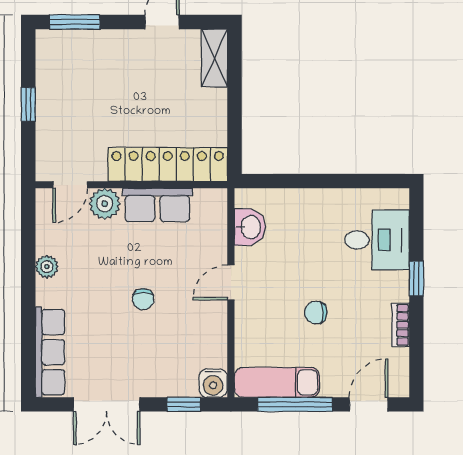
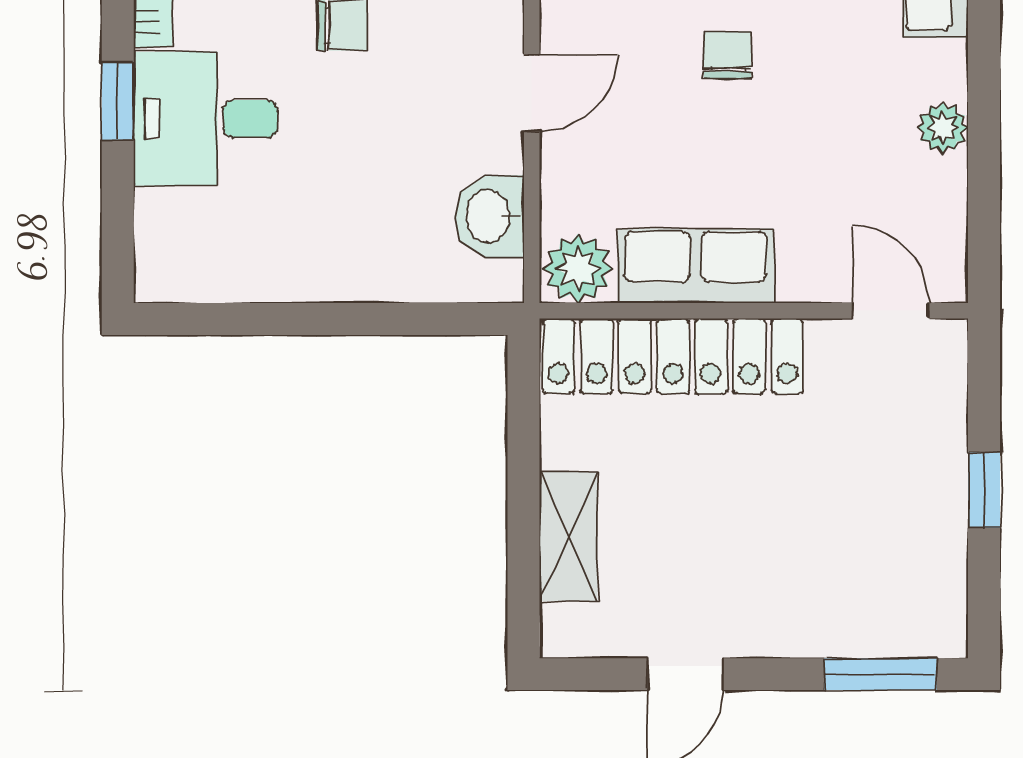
shelving: (214, 58) -> (568, 537), moved
door: (70, 185) -> (890, 311), hinge flipped
plant: (105, 204) -> (578, 268), moved
desk: (377, 240) -> (206, 119), moved

